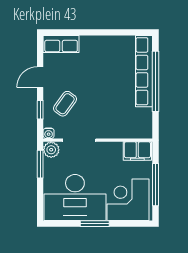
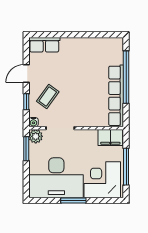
row of seats: (144, 71) -> (116, 96), moved

